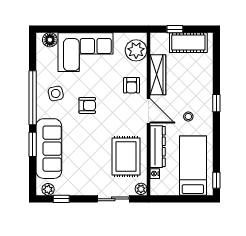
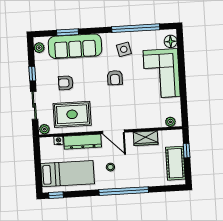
plant: (136, 50) -> (170, 122), width x0.53, depth x0.53
wardrobe: (158, 75) -> (146, 138), width x0.67
armchair: (132, 85) -> (66, 83), moved
window: (33, 98) -> (136, 28), moved
window: (216, 103) -> (124, 191), width x3.17
door: (148, 111) -> (113, 132), hinge flipped
window: (33, 144) -> (68, 32), moved
window: (61, 199) -> (32, 74), moved

